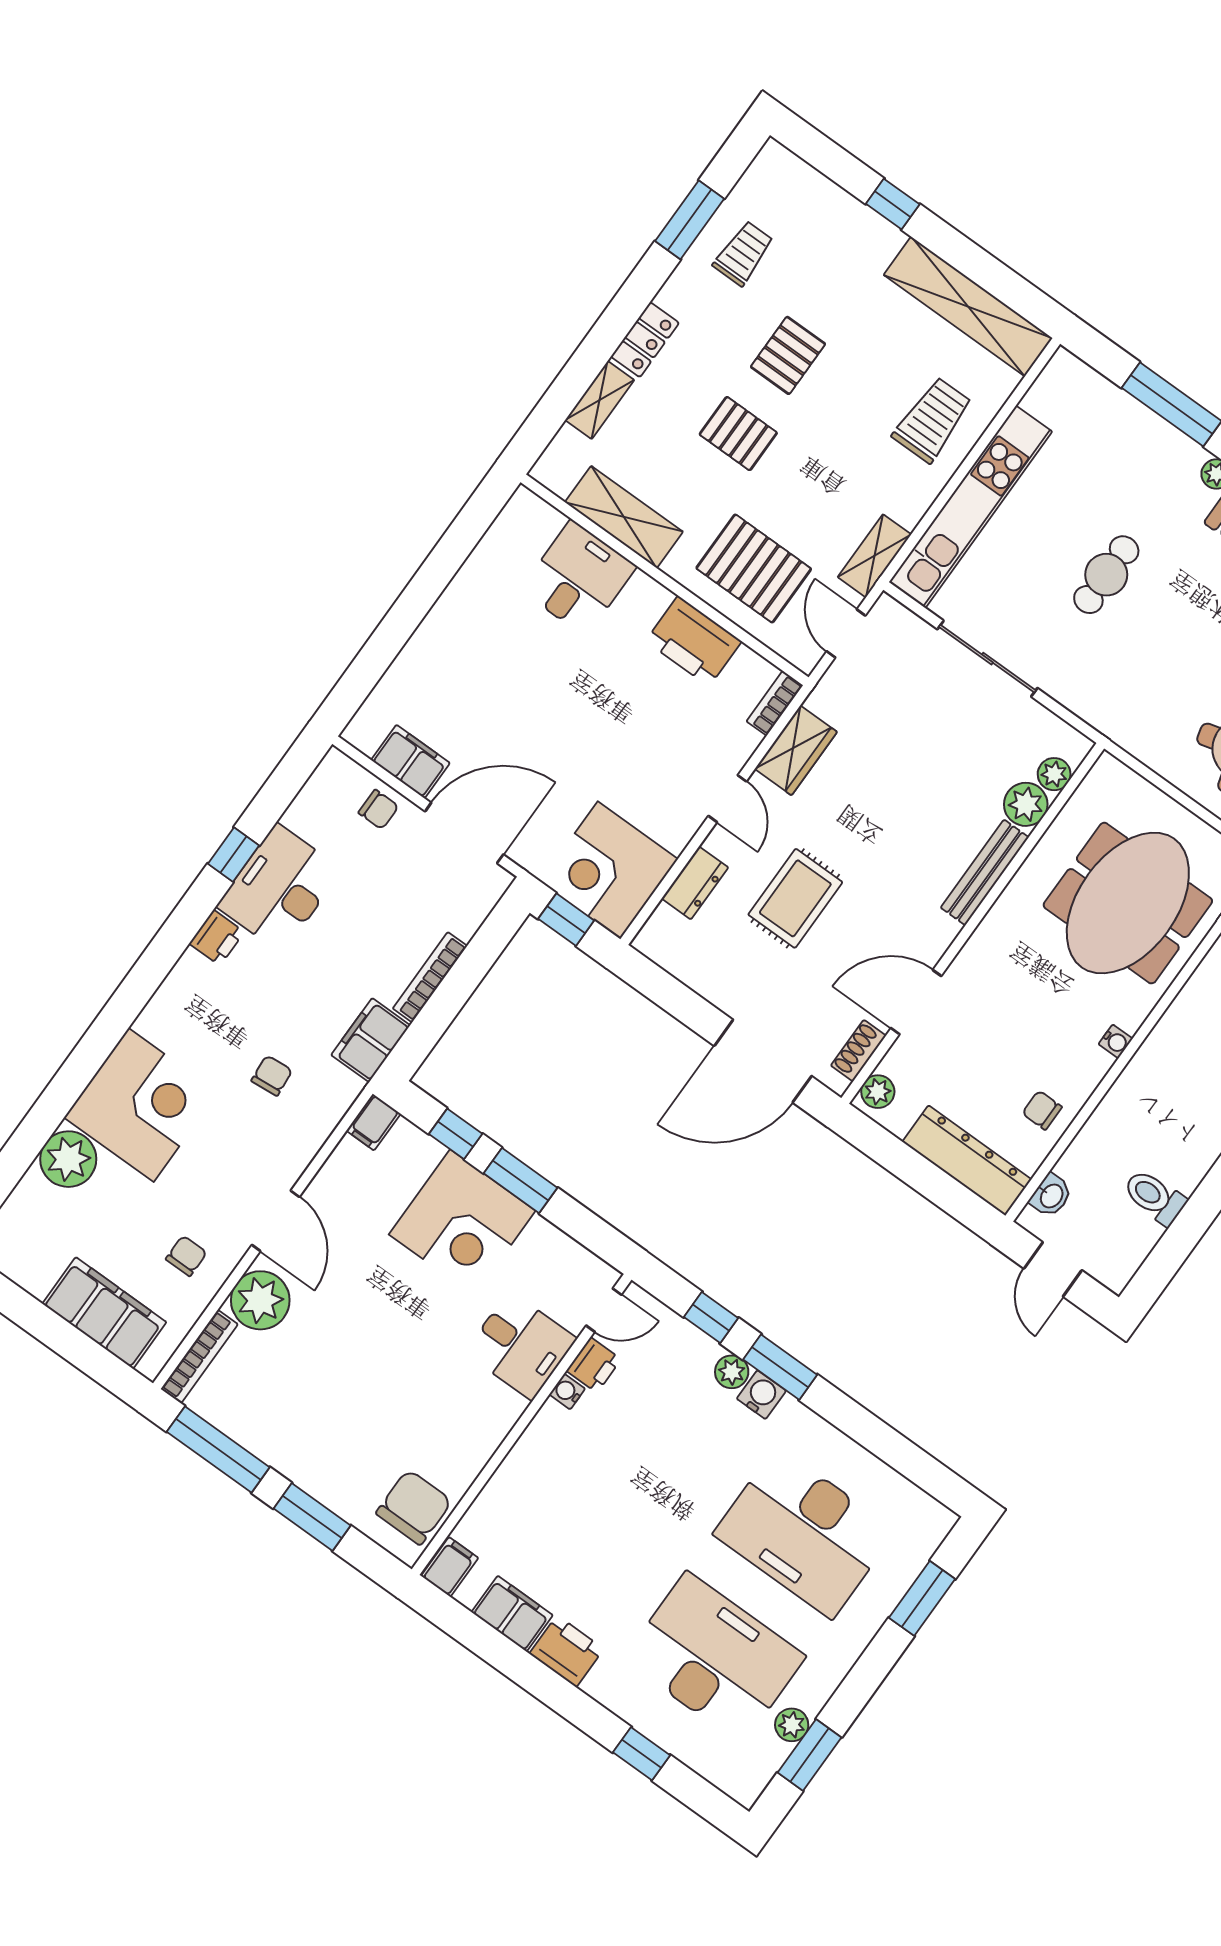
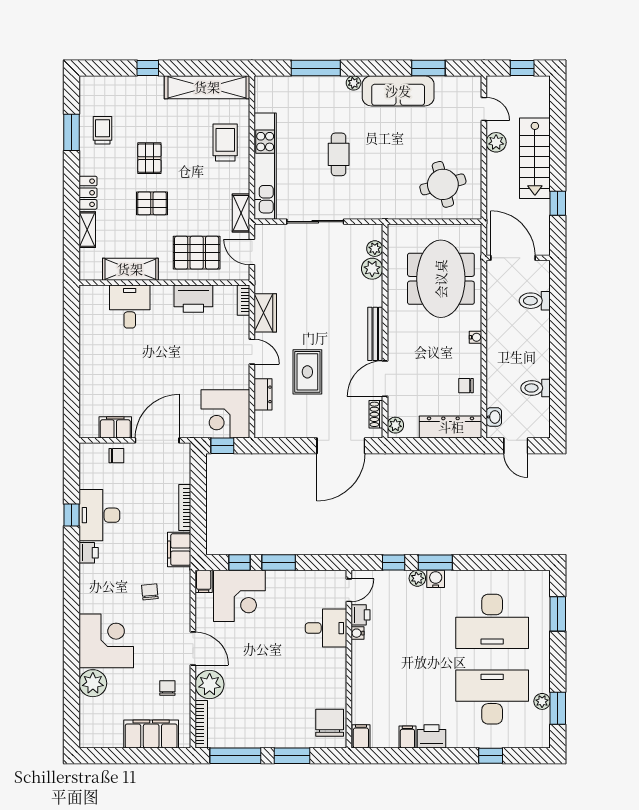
bench: (985, 872) -> (375, 334), moved
corner desk: (462, 1223) -> (239, 596), moved
filing cabinet: (512, 1614) -> (407, 737), width x0.50

